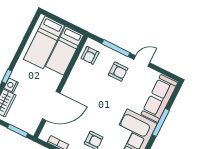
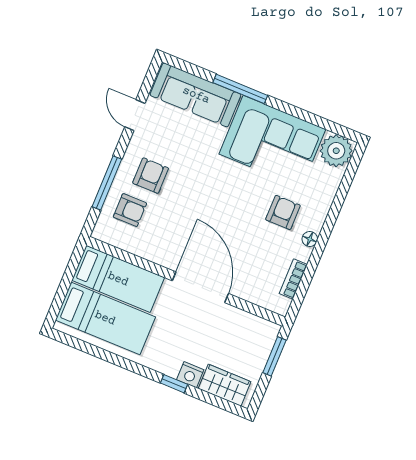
armchair: (90, 55) -> (130, 210), moved
door: (142, 61) -> (135, 115), moved
door: (51, 106) -> (200, 287), moved

